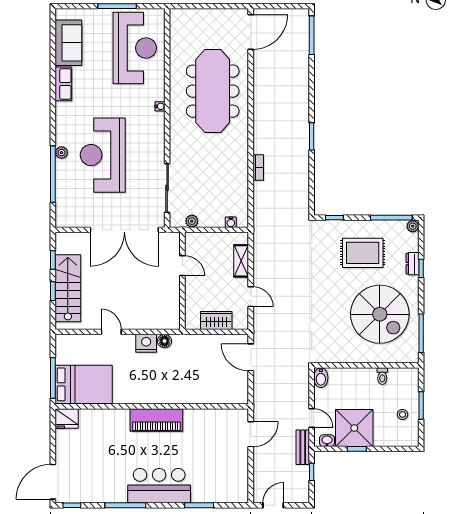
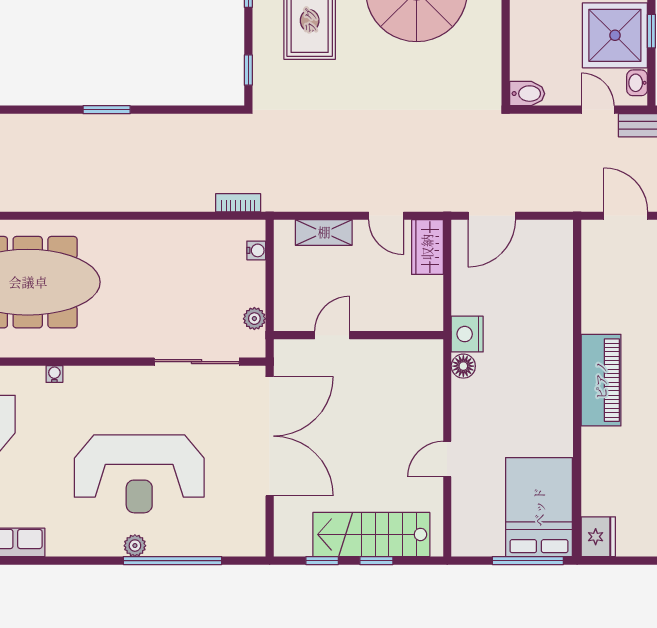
bookcase: (258, 167) -> (238, 203), moved
door: (251, 297) -> (386, 216), swing flipped
wardrobe: (216, 320) -> (427, 247), moved
nightstand: (146, 343) -> (467, 334), moved
door: (312, 418) -> (598, 110), hinge flipped

